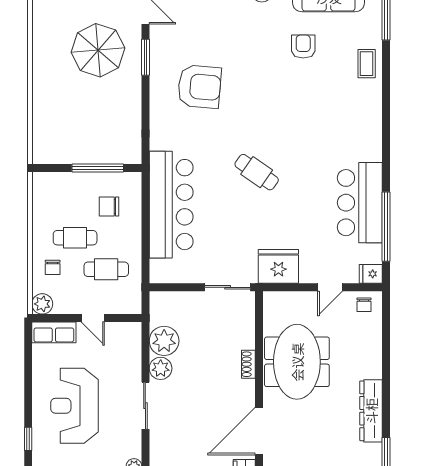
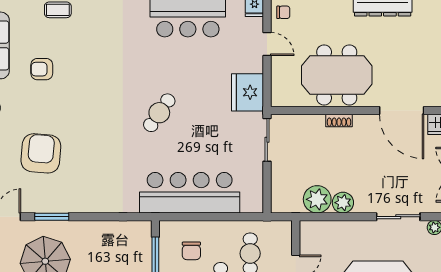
armchair: (199, 87) -> (41, 153), moved
sliding door: (145, 406) -> (398, 217), moved

